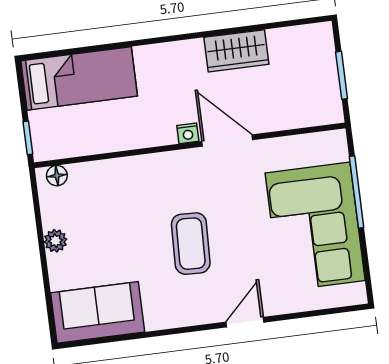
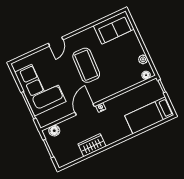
floor lamp: (315, 113) -> (54, 131), added
door: (227, 141) -> (85, 109), swing flipped
plant: (55, 241) -> (143, 59), moved
coffee table: (191, 244) -> (86, 65), width x1.36, depth x1.32

